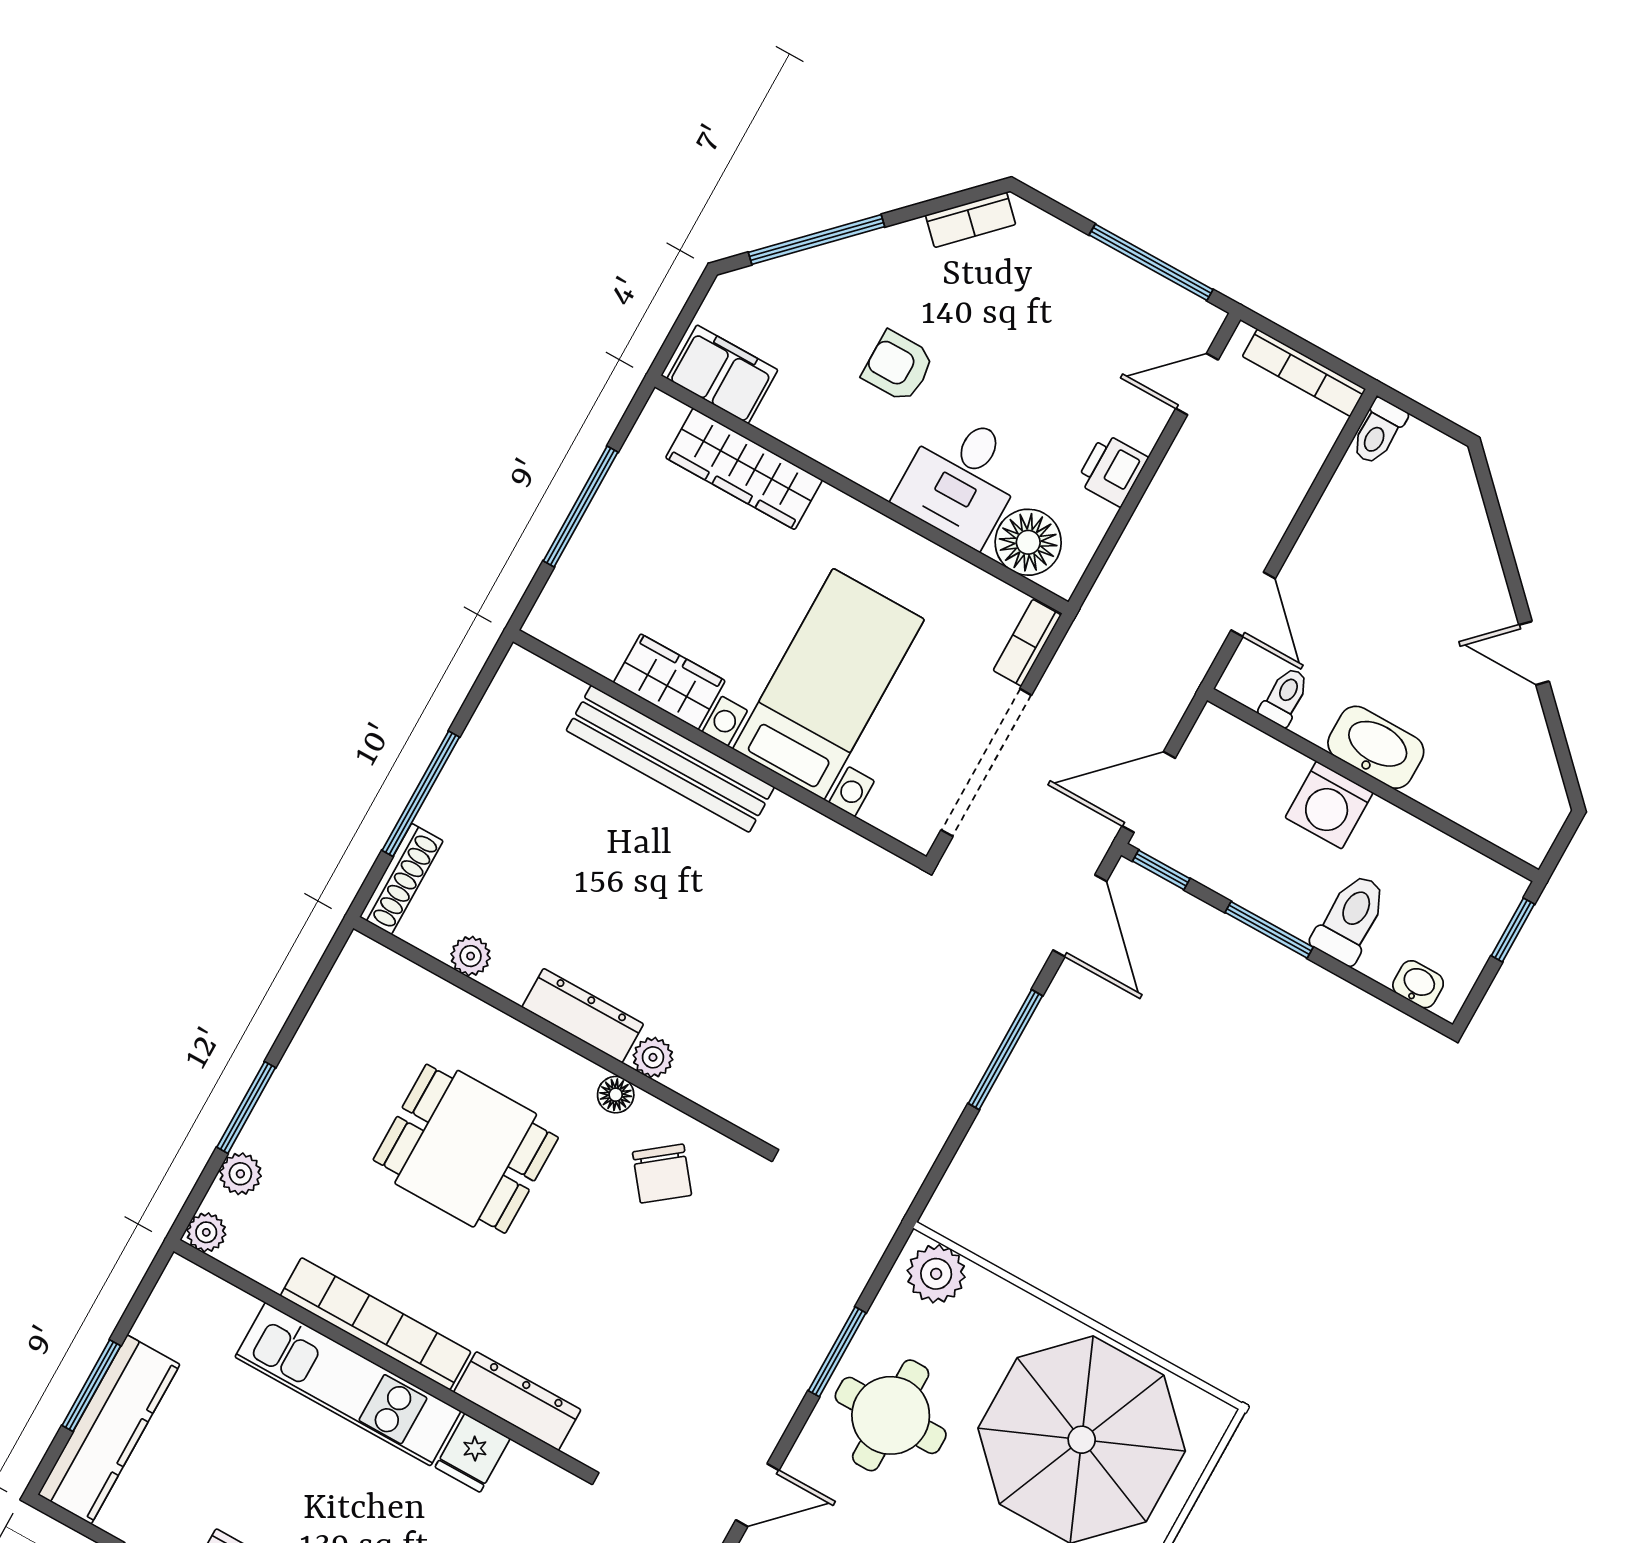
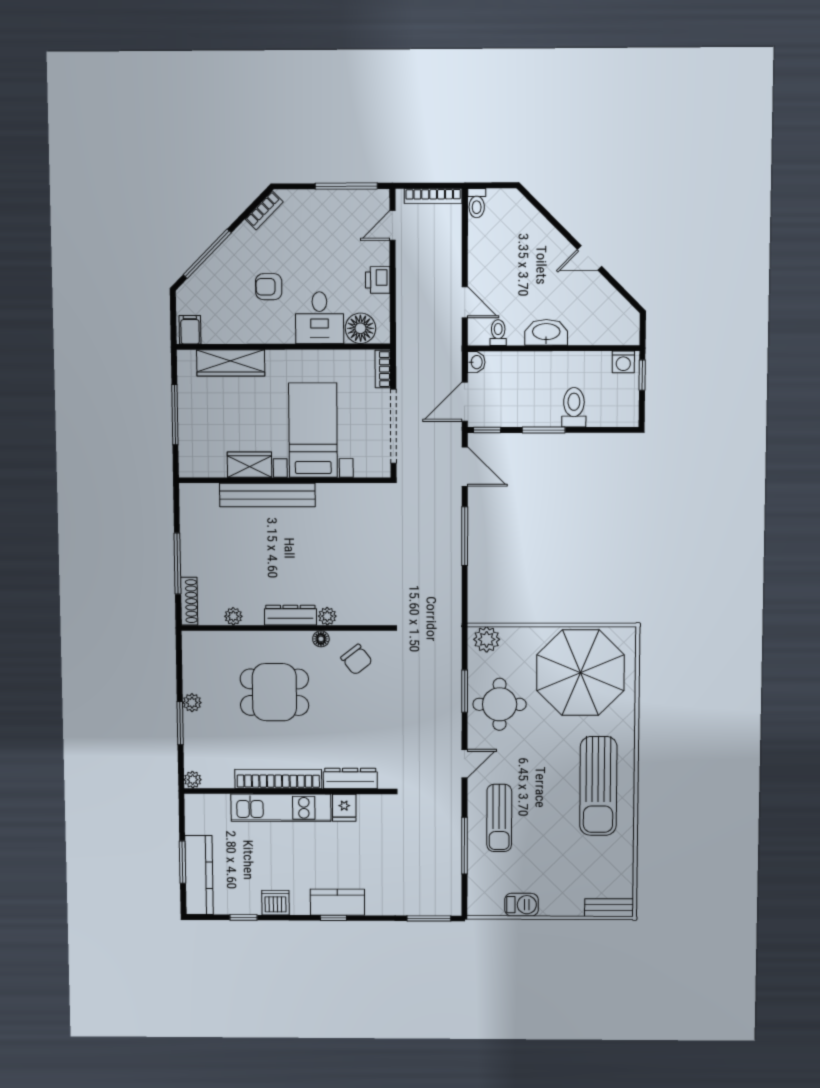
filing cabinet: (722, 374) -> (190, 330), width x0.50
washing machine: (1329, 805) -> (623, 362), moved, width x0.73, depth x0.73
washbasin: (1418, 984) -> (476, 362), moved, turned 90
plant: (240, 1174) -> (192, 703), moved

